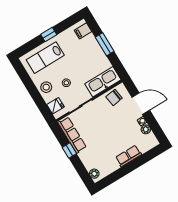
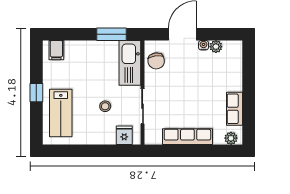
window: (105, 44) -> (111, 34), moved
stool: (46, 87) -> (96, 133), removed
row of seats: (72, 135) -> (187, 137), moved
window: (69, 151) -> (186, 151), removed
row of seats: (128, 156) -> (235, 109), moved

